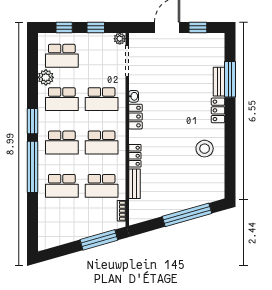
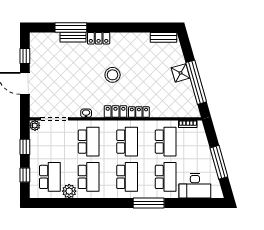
locker: (135, 117) -> (115, 112), moved
window: (32, 121) -> (108, 203), removed
stool: (205, 149) -> (113, 75), moved
window: (32, 167) -> (149, 203), width x0.68
bench: (134, 184) -> (163, 37), moved
shower: (179, 203) -> (181, 73), added
window: (187, 215) -> (196, 82), moved
desk: (52, 219) -> (195, 186), added
window: (99, 240) -> (219, 162), moved

